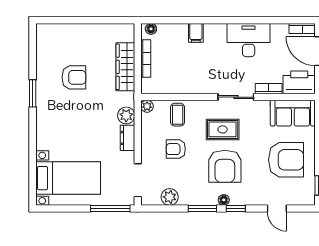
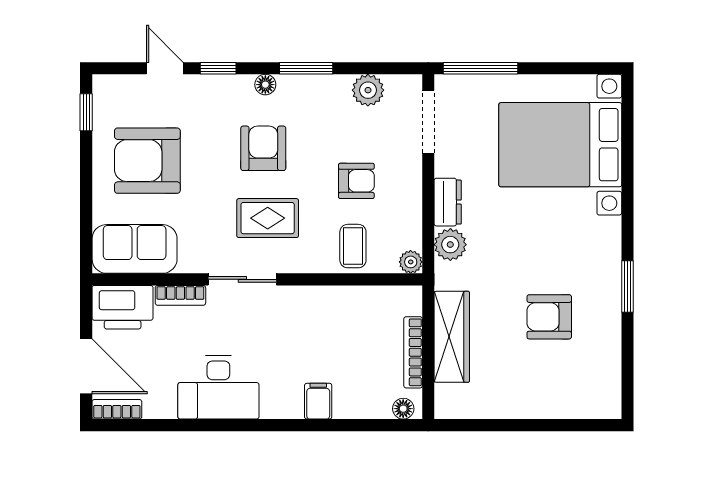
armchair: (225, 166) -> (263, 148), width x0.73, depth x0.73
bed with nightstands: (68, 178) -> (560, 145), width x1.36
window: (236, 209) -> (218, 68), moved

